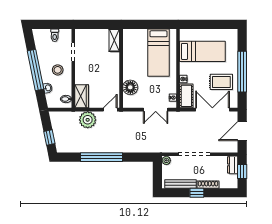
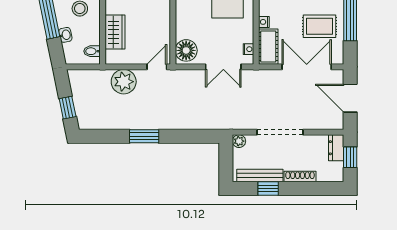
floor lamp: (130, 87) -> (186, 50), moved
wardrobe: (82, 96) -> (115, 32), moved
door: (242, 131) -> (350, 98), hinge flipped
window: (102, 157) -> (144, 136), width x0.47
window: (197, 193) -> (268, 188), moved

